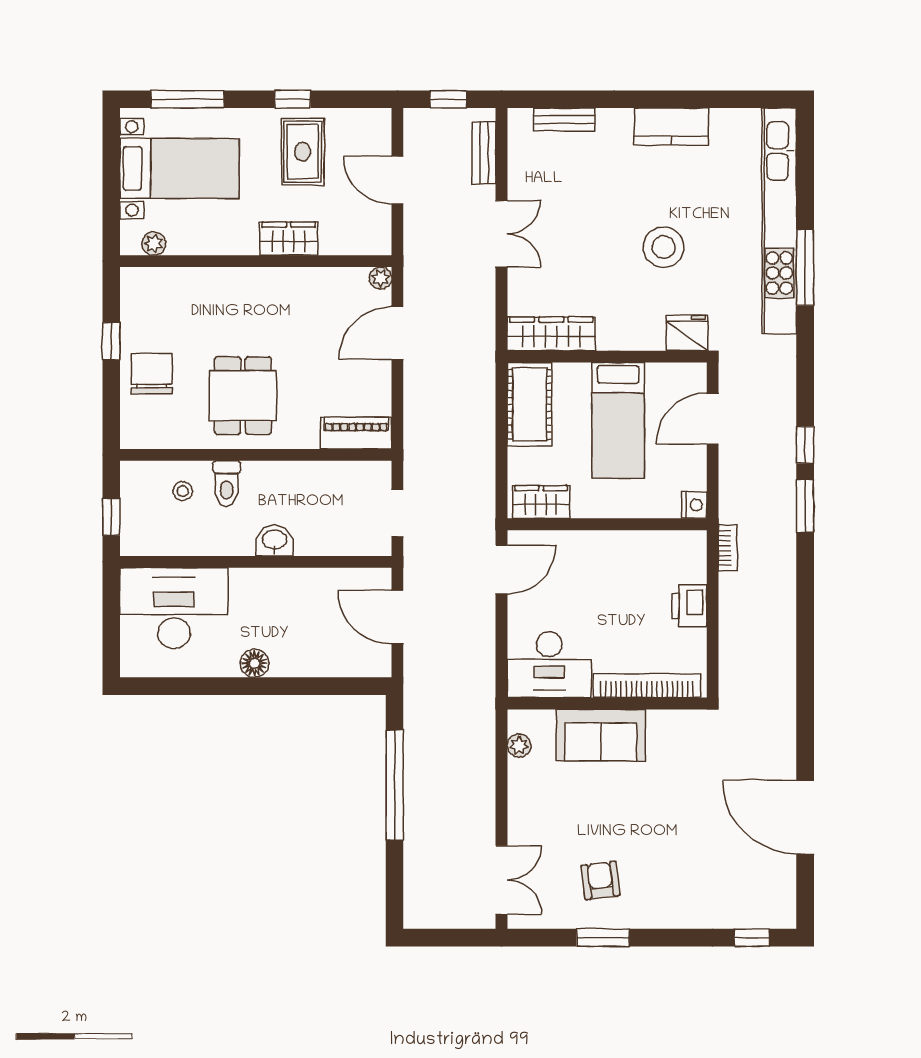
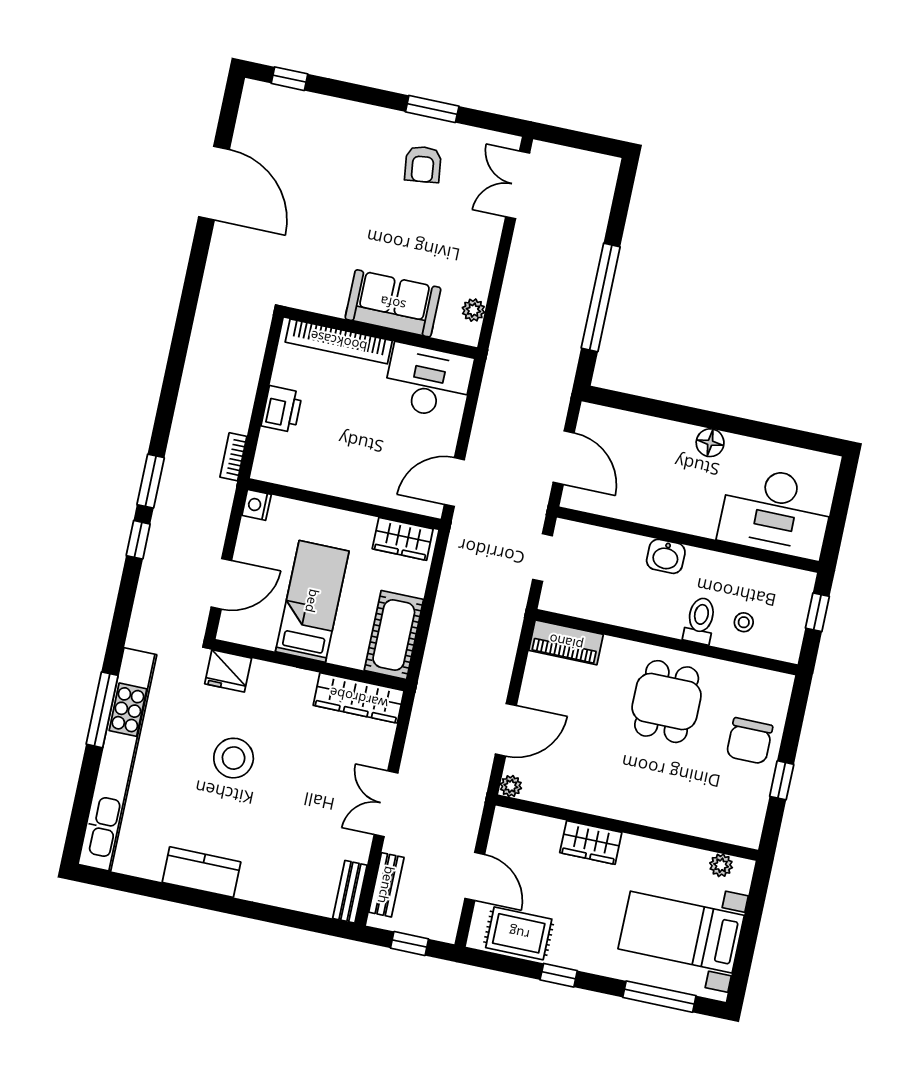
bench: (564, 120) -> (350, 892), moved, turned 90
rug: (303, 152) -> (519, 933), moved, turned 90

